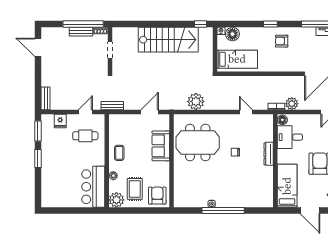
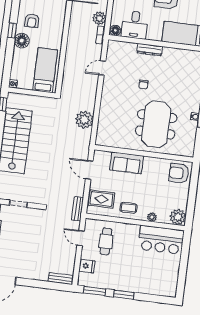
floor lamp: (232, 34) -> (22, 41), moved
meeting table: (198, 142) -> (156, 124), moved
rug: (135, 189) -> (101, 199), moved

